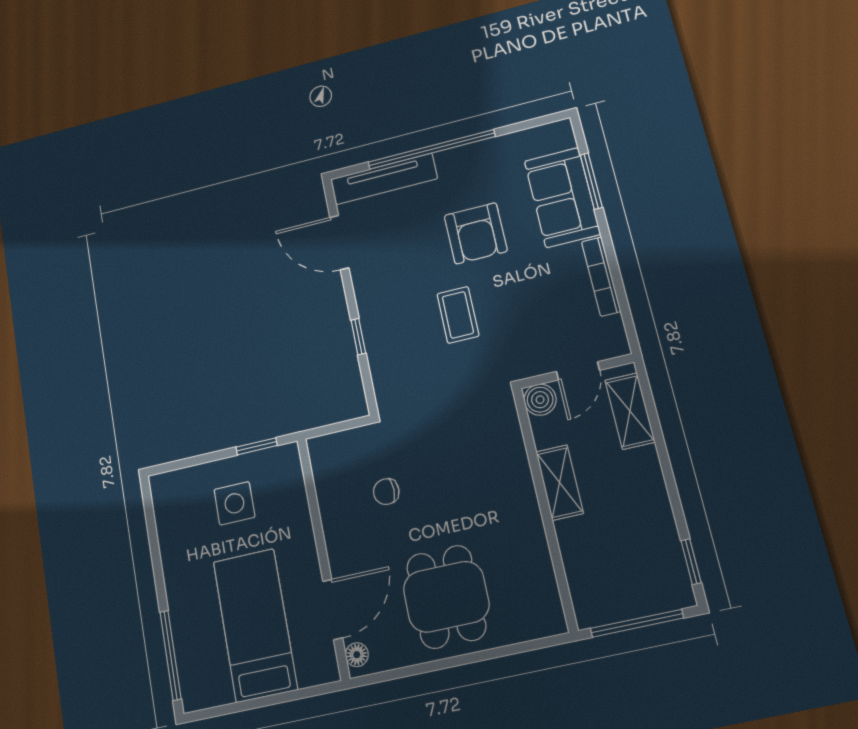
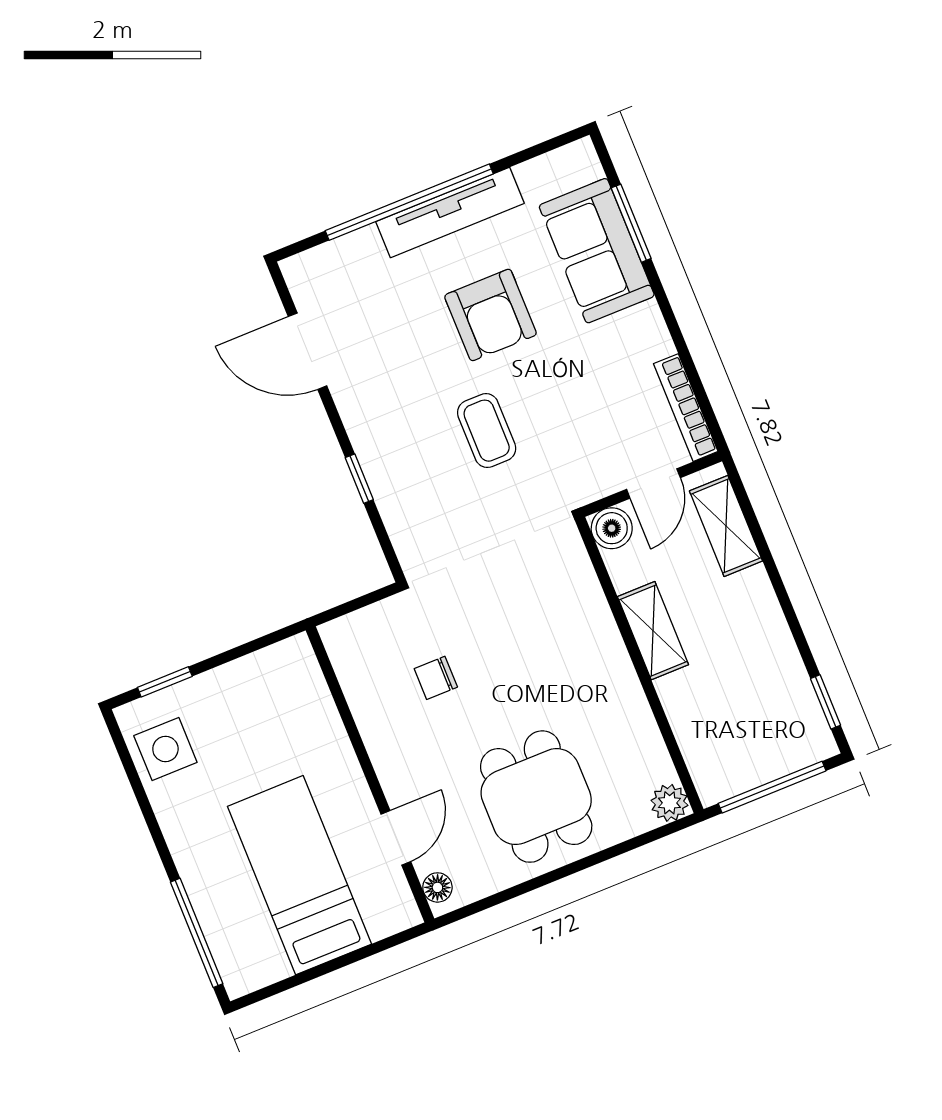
tv unit: (384, 179) -> (450, 213), moved
bookcase: (601, 276) -> (686, 408), moved
window: (257, 446) -> (165, 682), moved
side table: (234, 503) -> (165, 749), moved
door: (333, 609) -> (396, 838), width x0.73
plant: (551, 621) -> (669, 803), added

